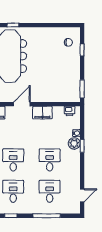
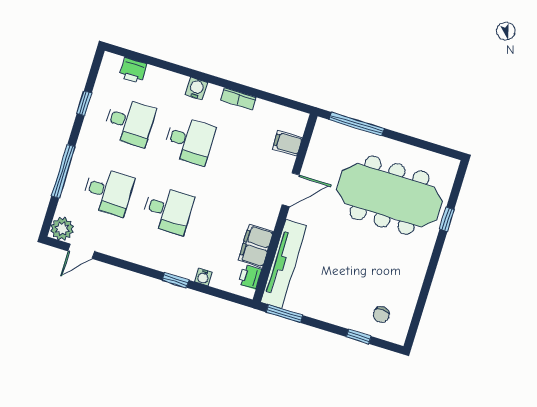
tv unit: (58, 97) -> (284, 264), added
door: (22, 104) -> (291, 190), hinge flipped
filing cabinet: (42, 113) -> (256, 246), moved
plant: (74, 143) -> (62, 229), moved
door: (82, 195) -> (81, 251), hinge flipped

